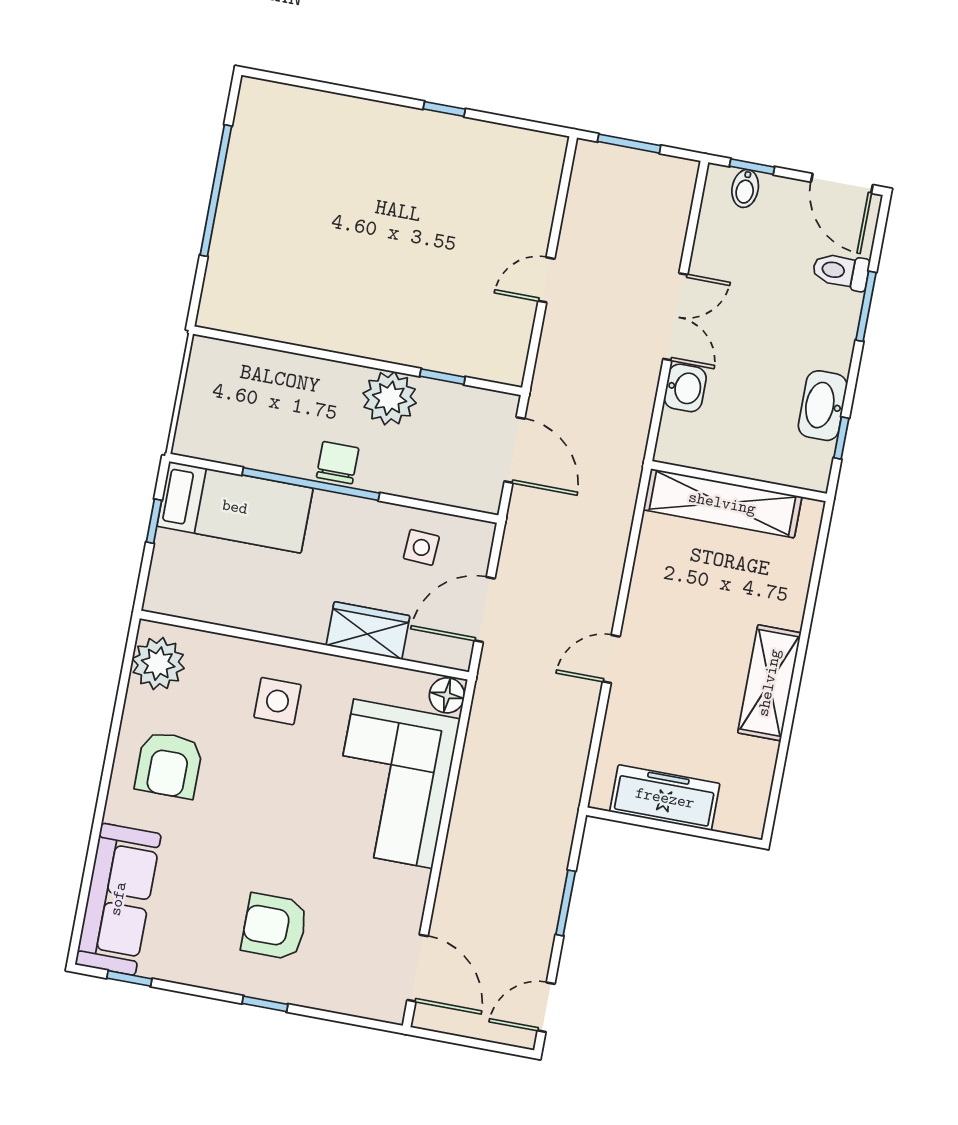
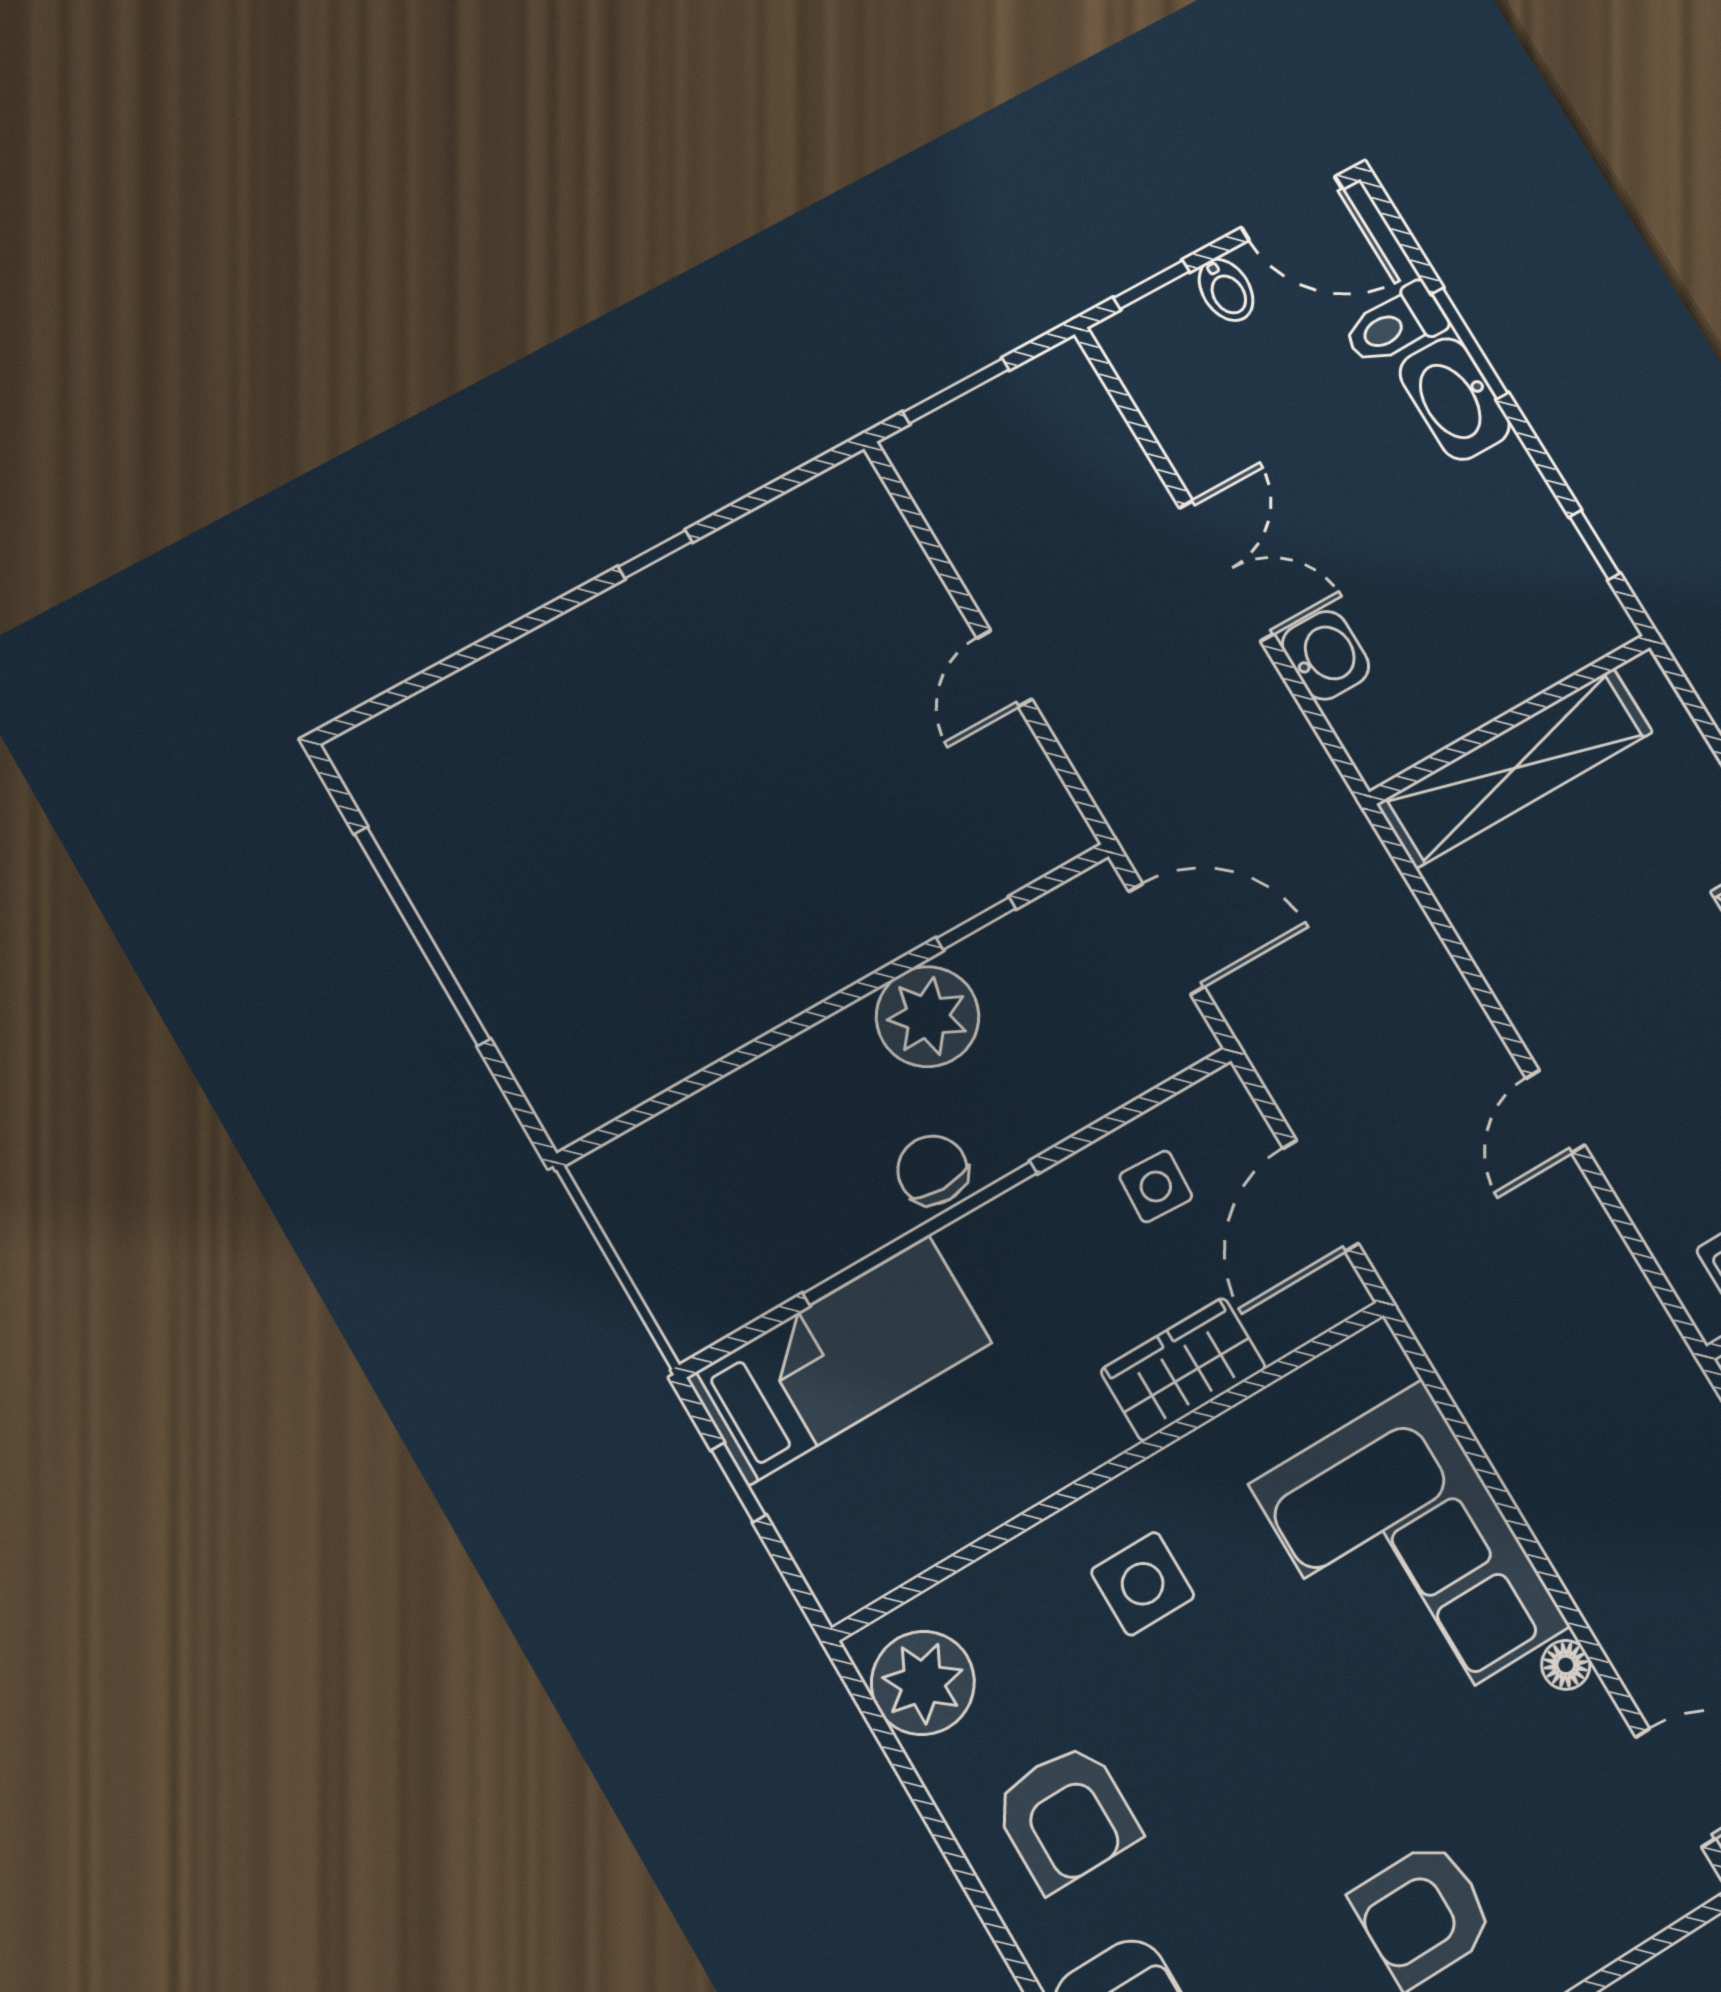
bidet: (745, 189) -> (1226, 290), moved
washbasin: (823, 406) -> (1455, 399), moved
floor lamp: (447, 695) -> (1566, 1665), moved, width x0.73, depth x0.73

